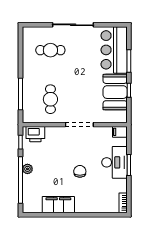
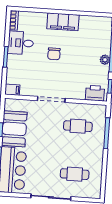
cafe table: (50, 99) -> (78, 126), turned 90
desk: (114, 162) -> (21, 43), moved, width x0.73
filing cabinet: (58, 205) -> (63, 22), moved

